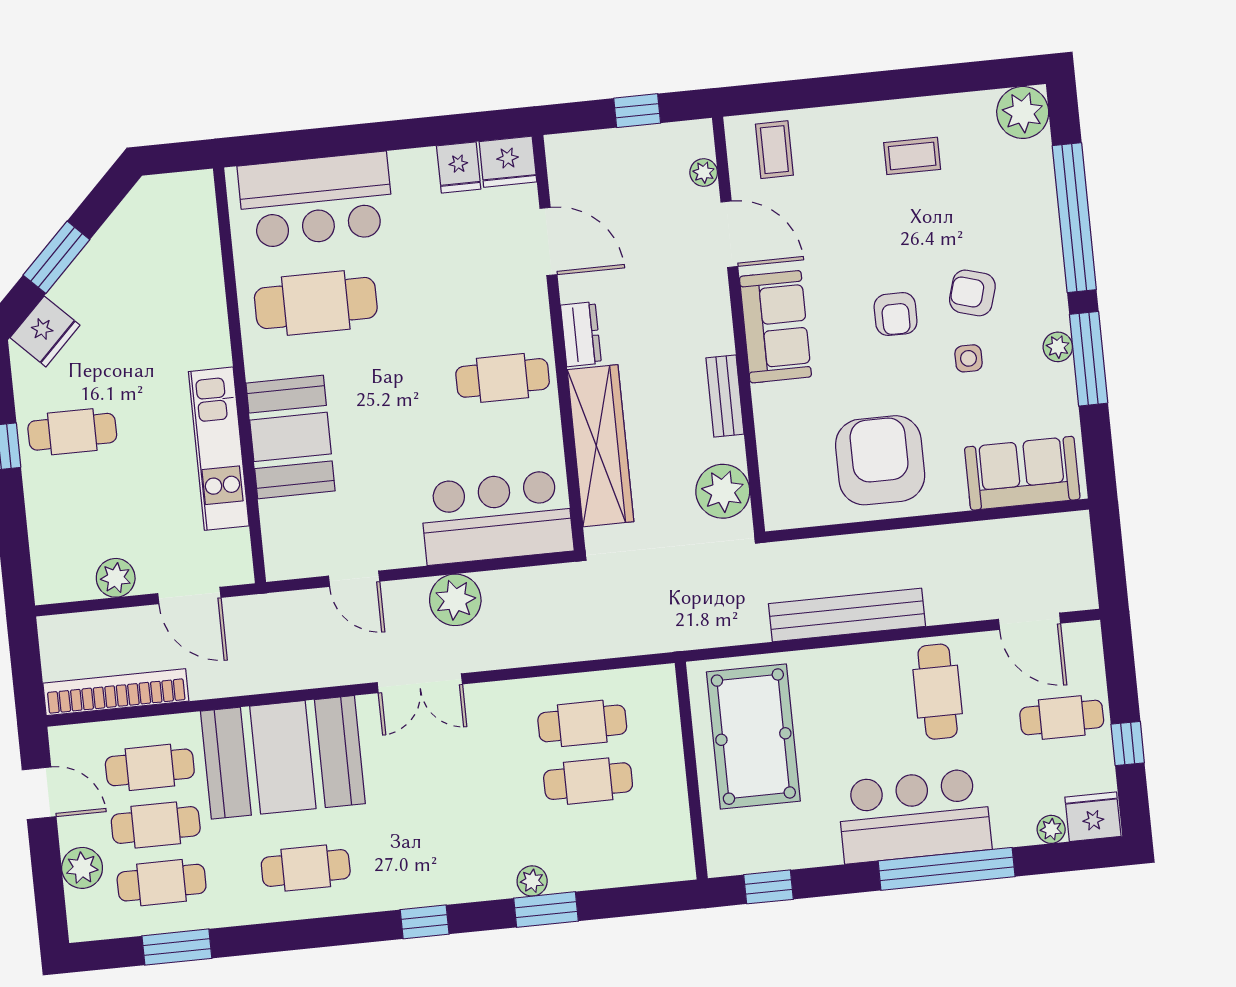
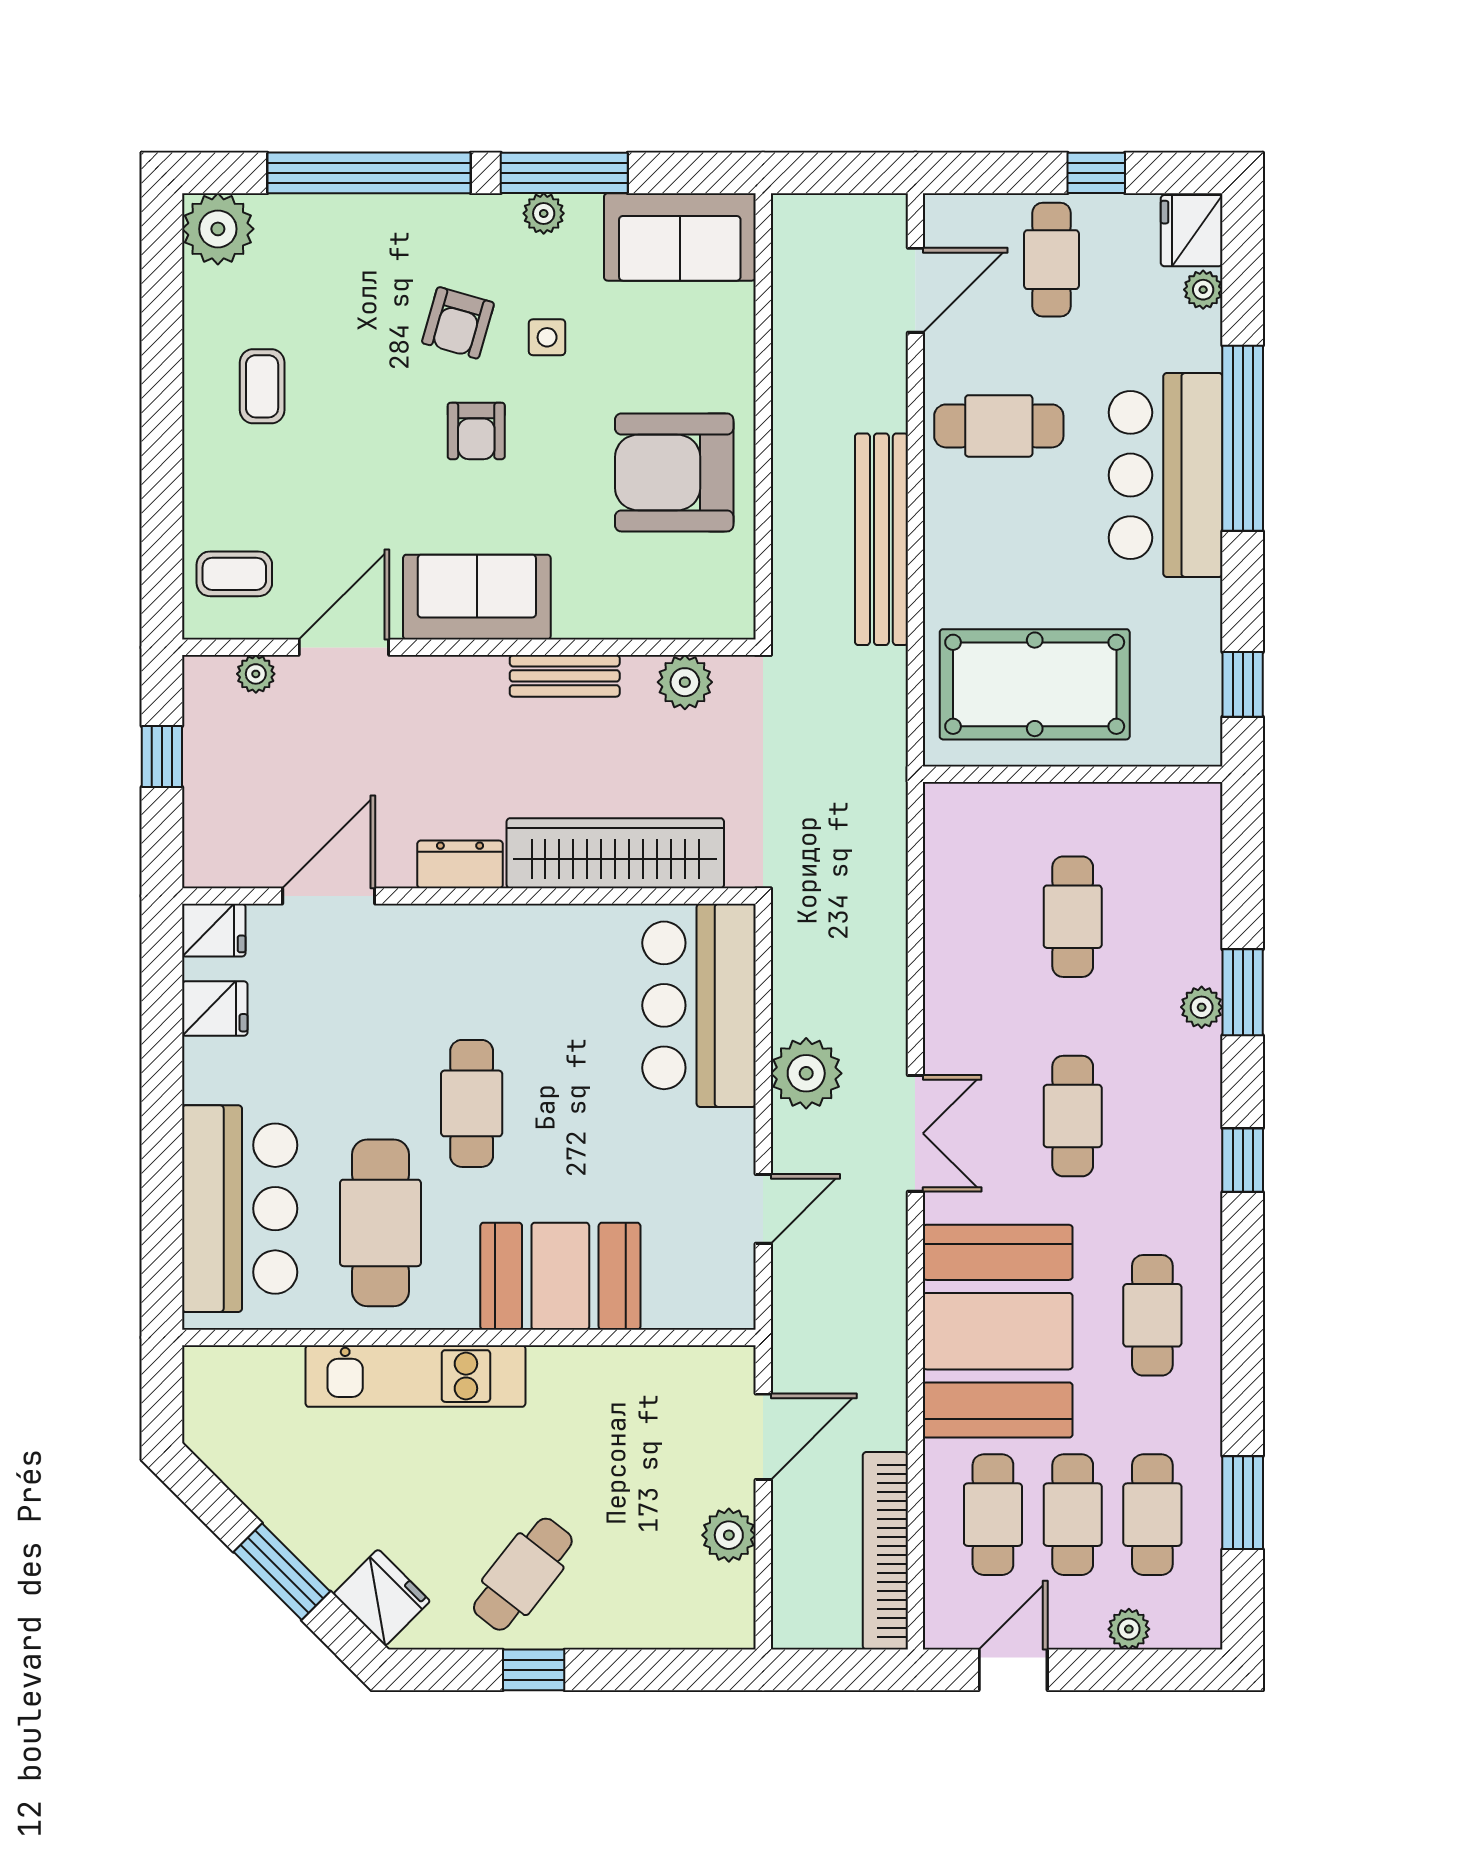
fridge: (508, 162) -> (214, 930), width x0.72
armchair: (896, 314) -> (476, 431), turned 90
cafe table: (503, 378) -> (472, 1103), moved
cafe table: (72, 432) -> (523, 1574), turned 38
kitchen unit: (219, 449) -> (415, 1376), moved
sofa: (1022, 473) -> (680, 237), moved, turned -90
plant: (723, 491) -> (685, 682), width x0.73, depth x0.73
cafe table: (582, 723) -> (1073, 1116), moved
plant: (82, 868) -> (1129, 1629), width x0.73, depth x0.73

